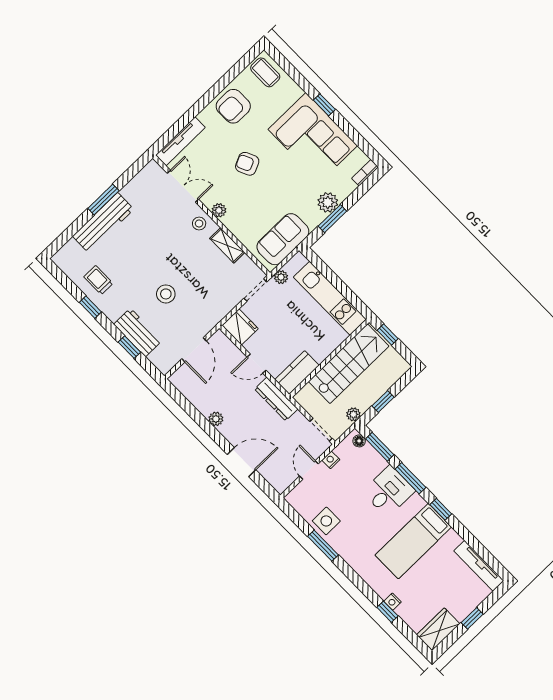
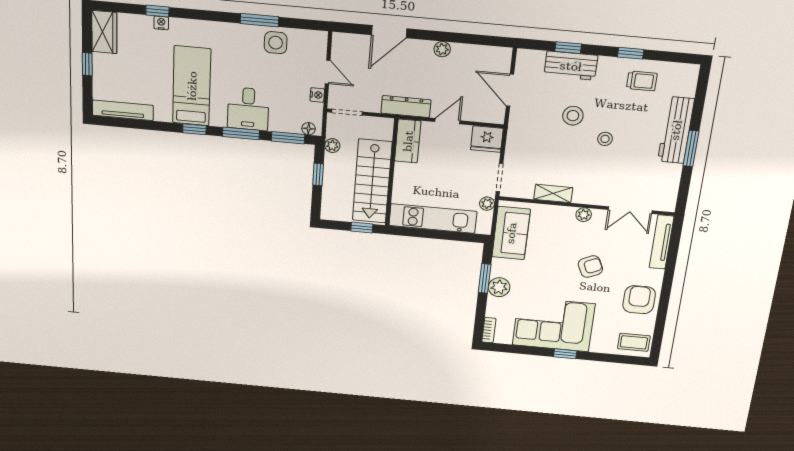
stool: (199, 224) -> (605, 139), moved

